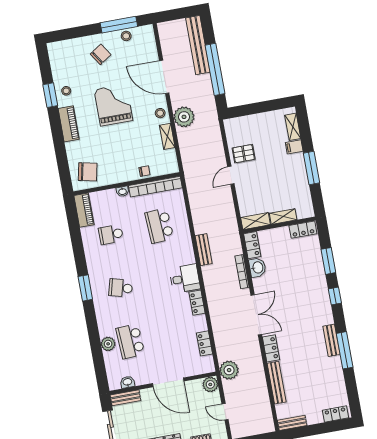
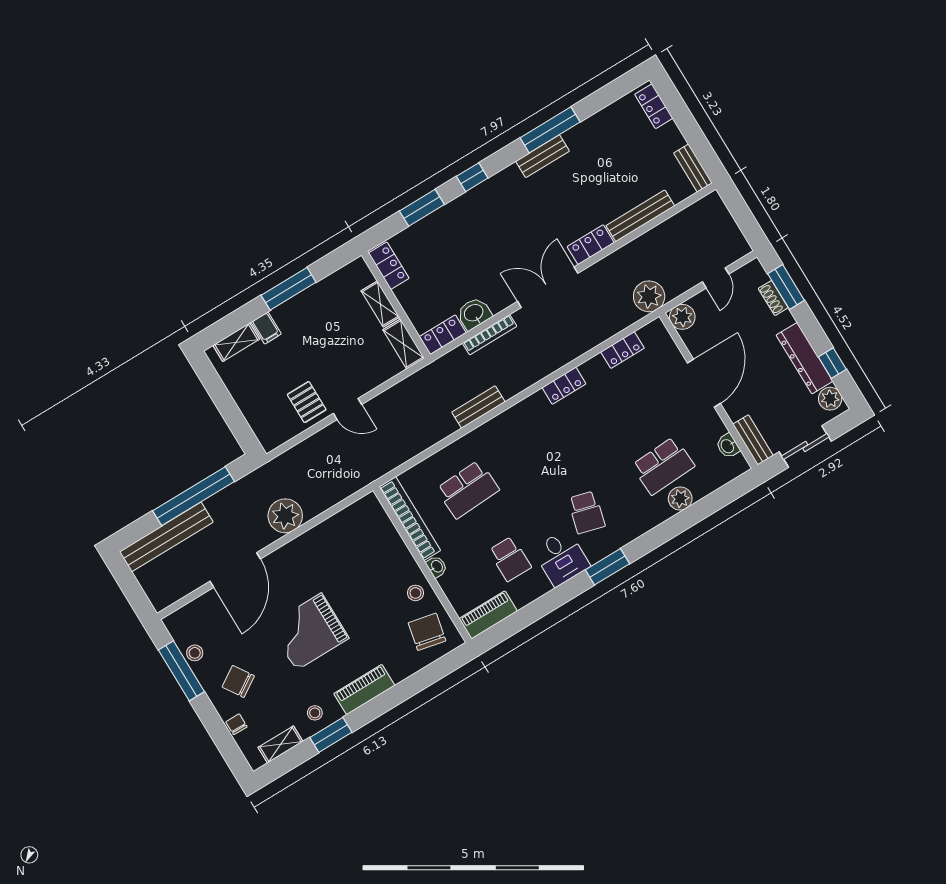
stool: (160, 113) -> (415, 593), moved
shelving: (167, 136) -> (280, 744), moved
chair: (144, 171) -> (236, 724), moved
desk: (185, 279) -> (561, 558), moved, turned 180

